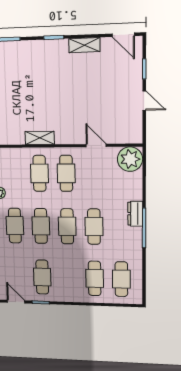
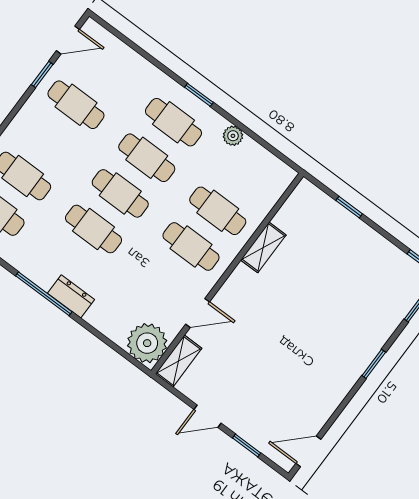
shelving: (84, 45) -> (179, 361), moved

